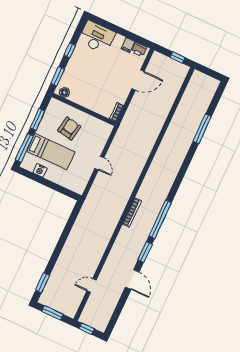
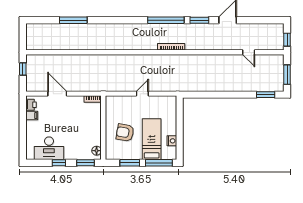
desk: (97, 37) -> (49, 148), moved, turned -90

